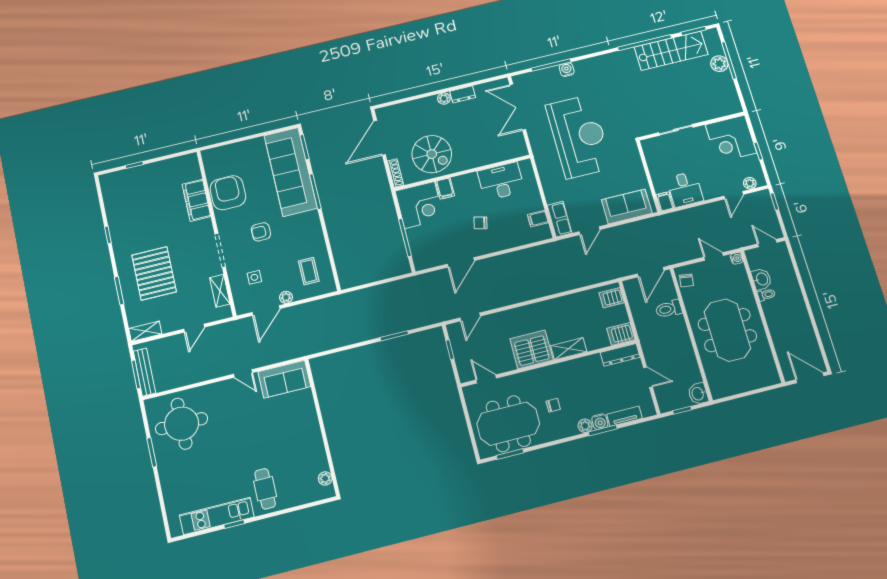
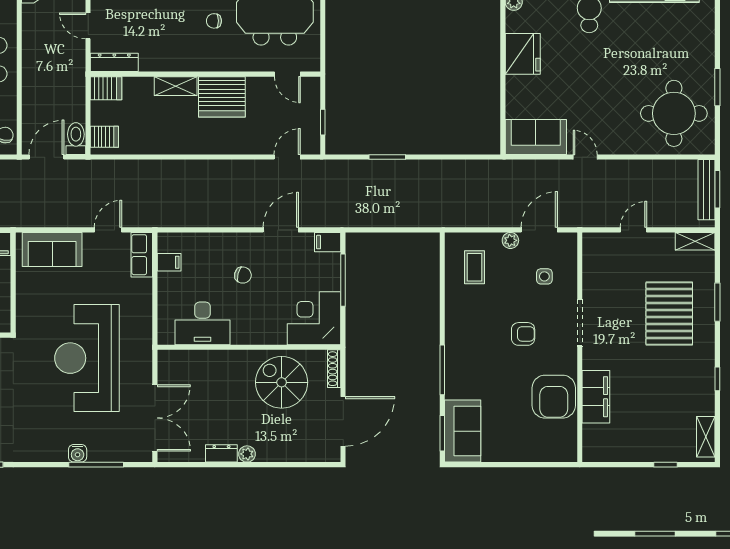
sofa: (291, 172) -> (463, 431), width x0.54, depth x0.79
filing cabinet: (445, 189) -> (328, 242), moved, turned -90
shelving: (220, 291) -> (706, 437), moved
toilet: (669, 309) -> (76, 139), moved, turned -90
fridge: (309, 440) -> (523, 54), added

